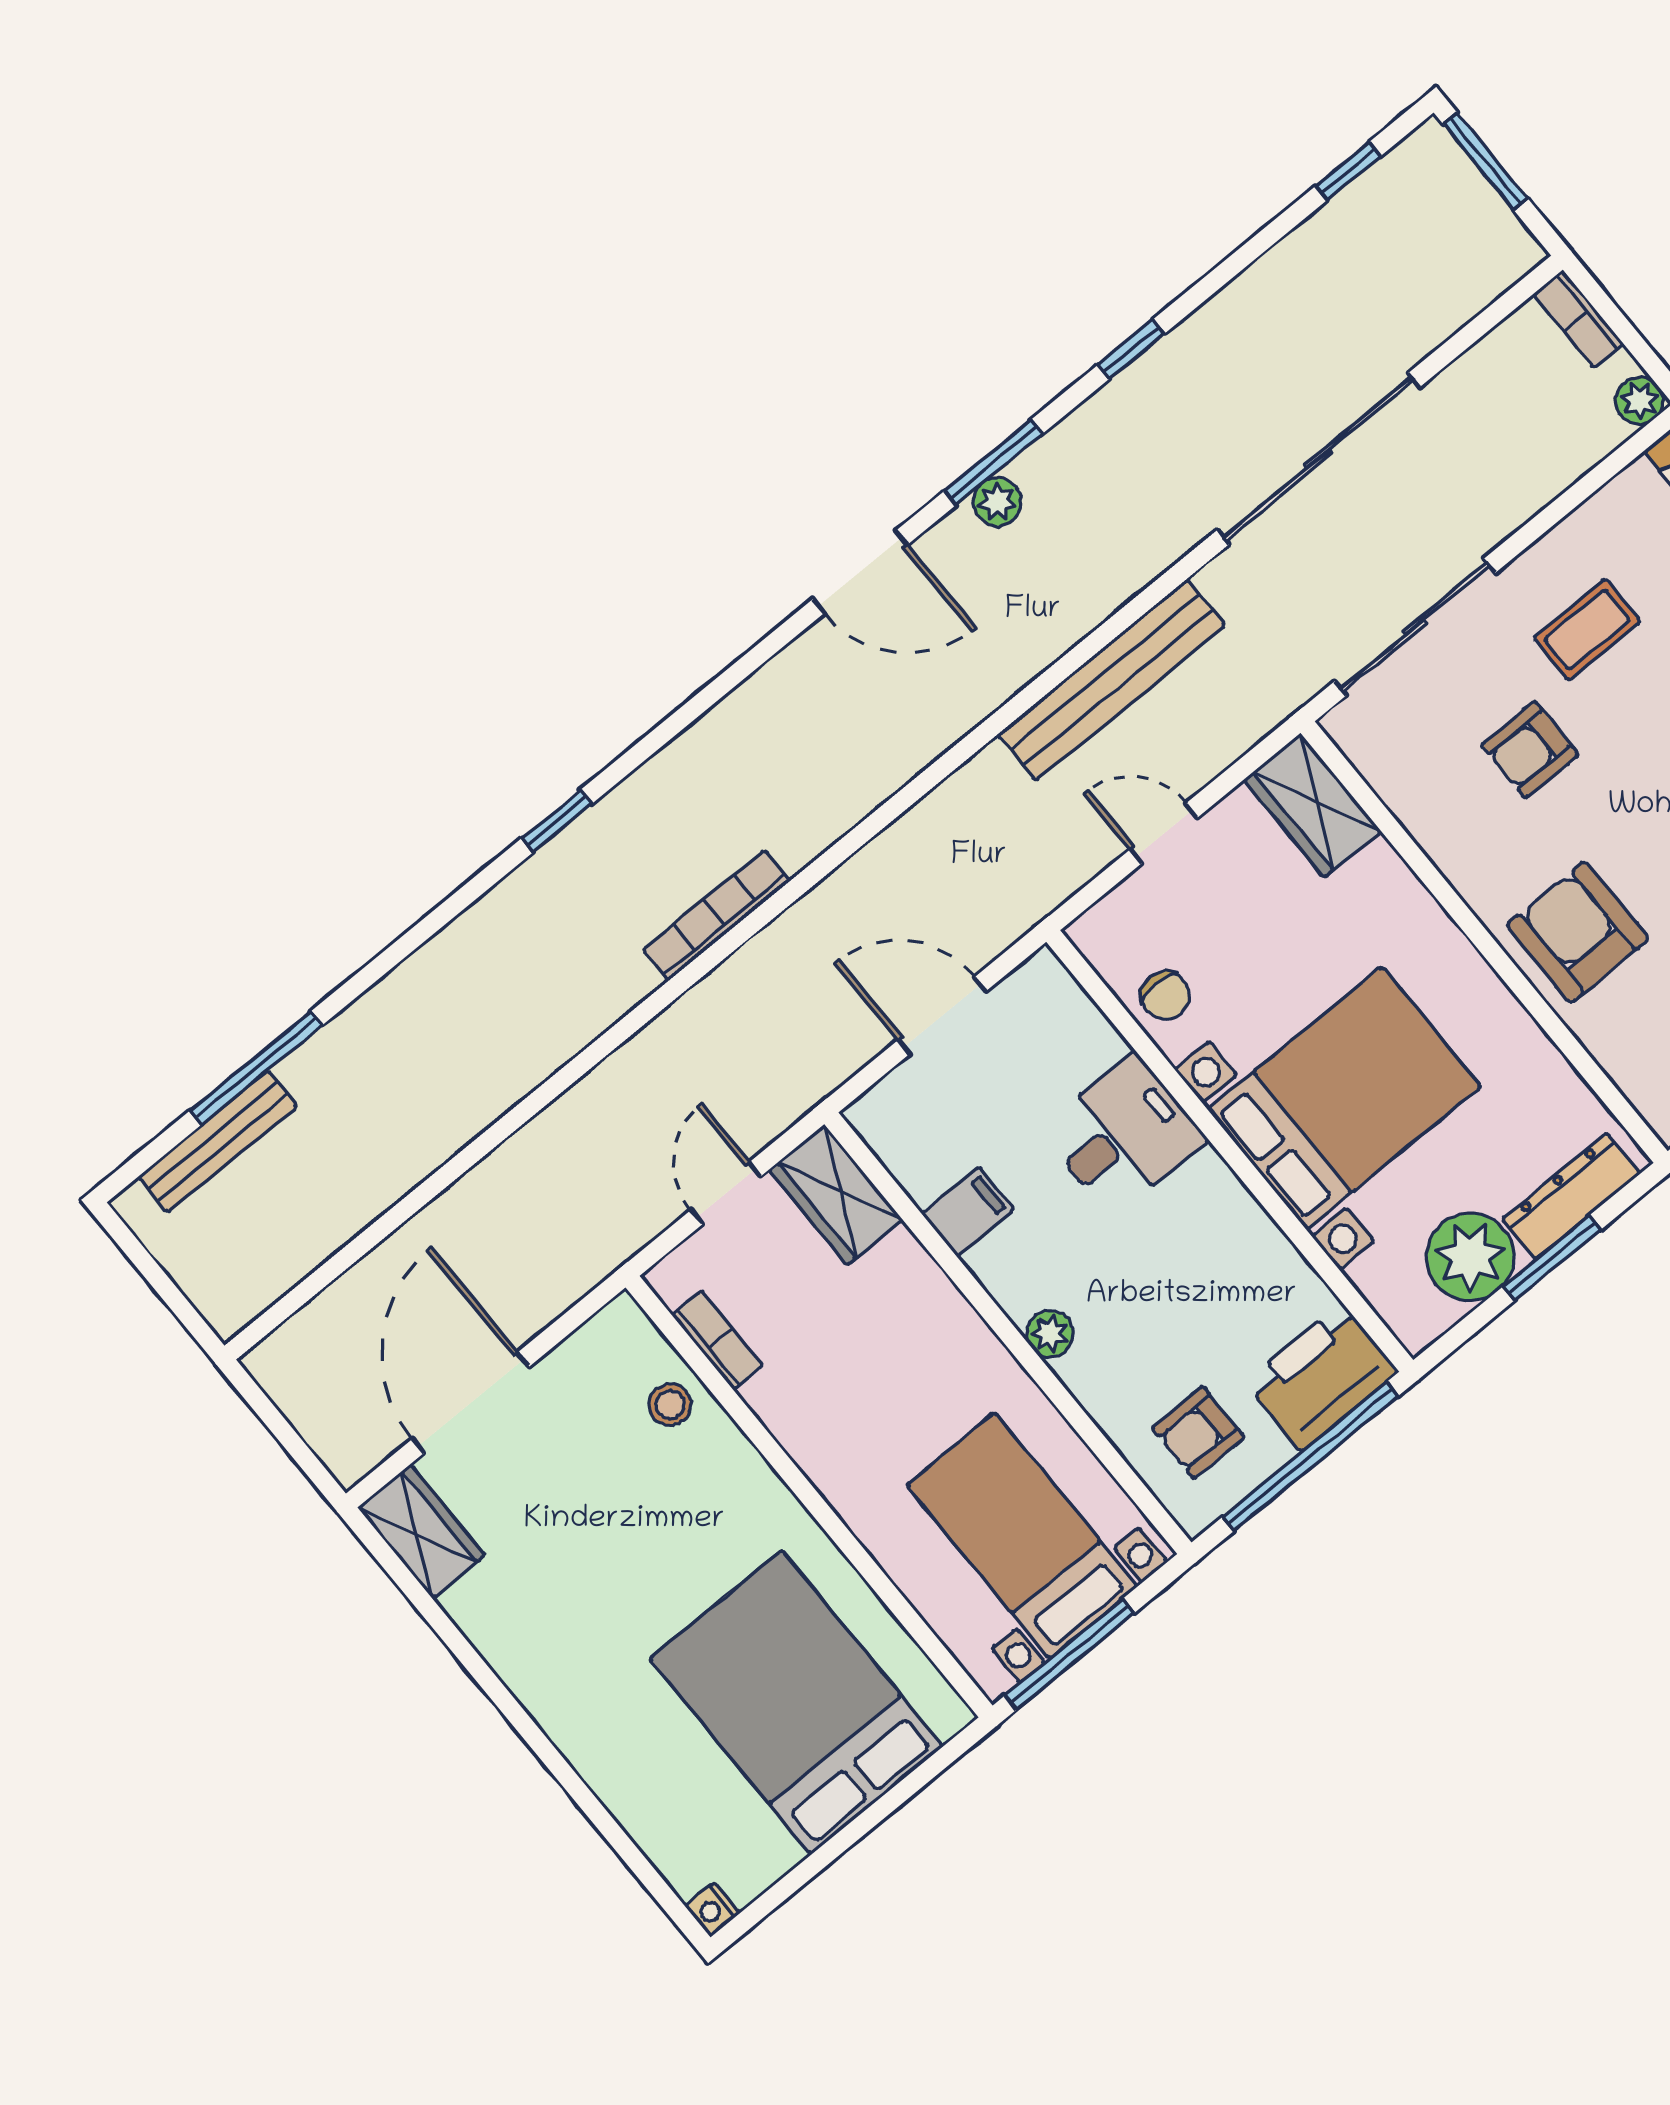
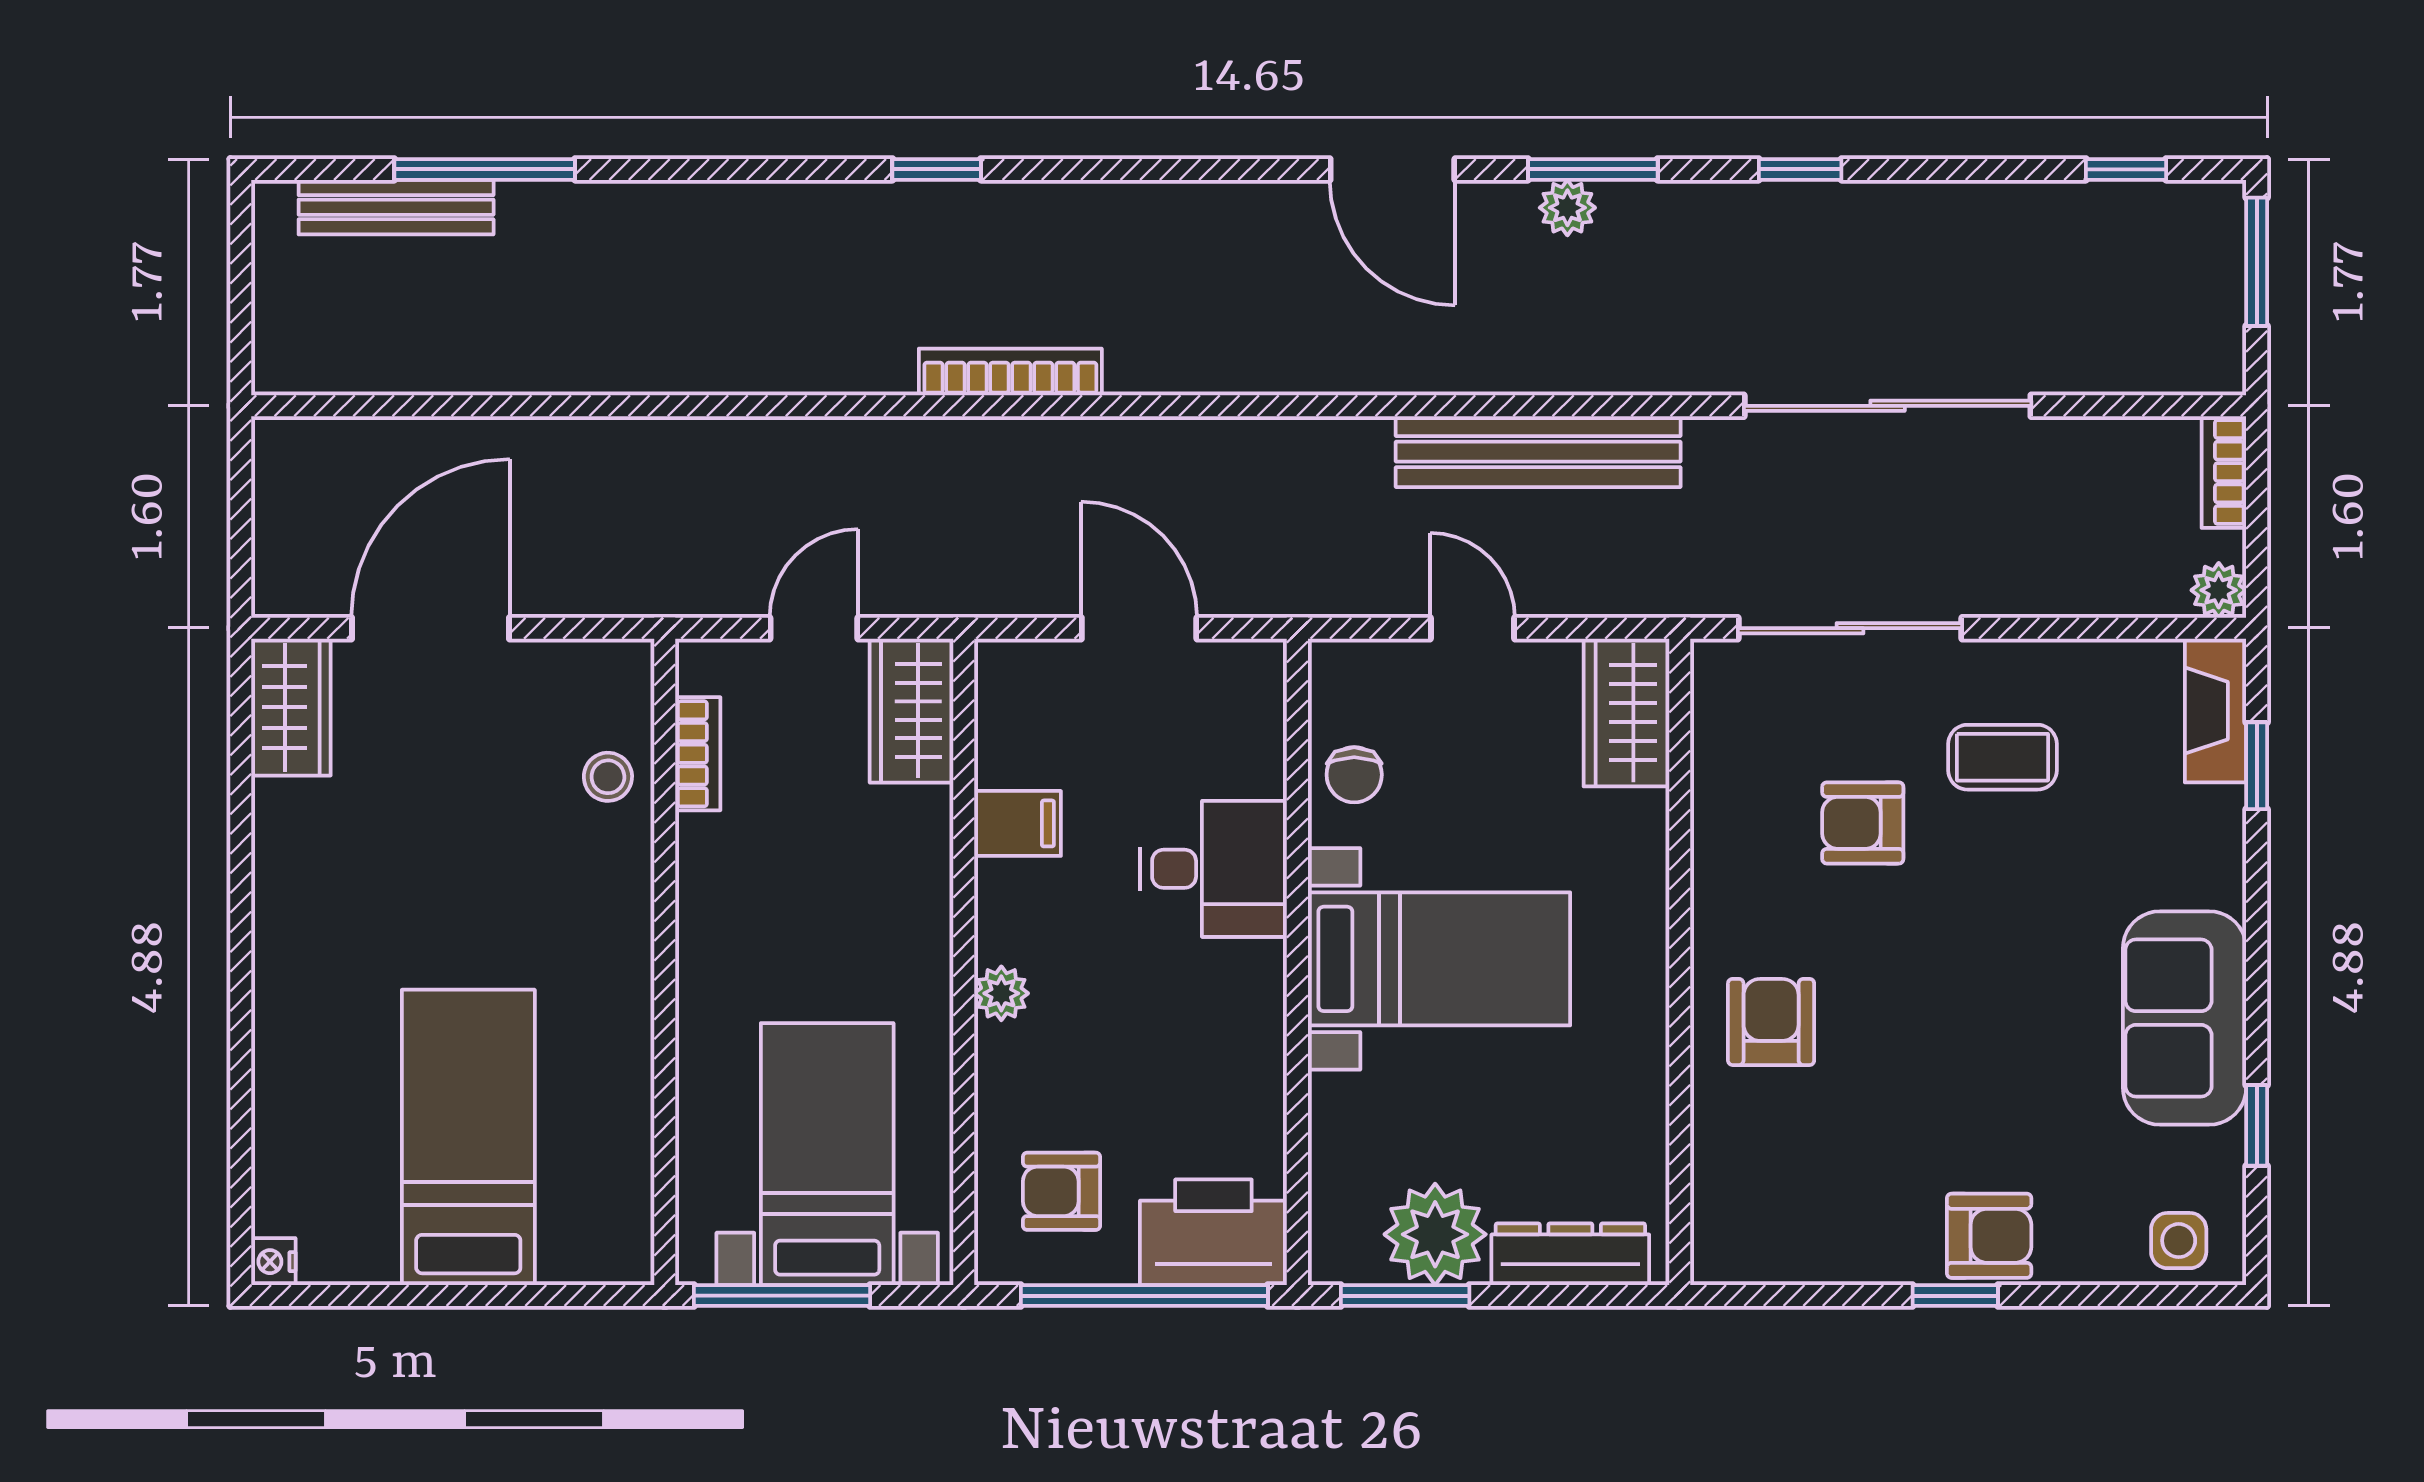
armchair: (1578, 932) -> (1771, 1022), width x0.72, depth x0.72
bed with nightstands: (1344, 1098) -> (1439, 959), width x0.73
window: (1552, 1258) -> (1405, 1296), moved
bed: (796, 1703) -> (468, 1137), width x0.67

